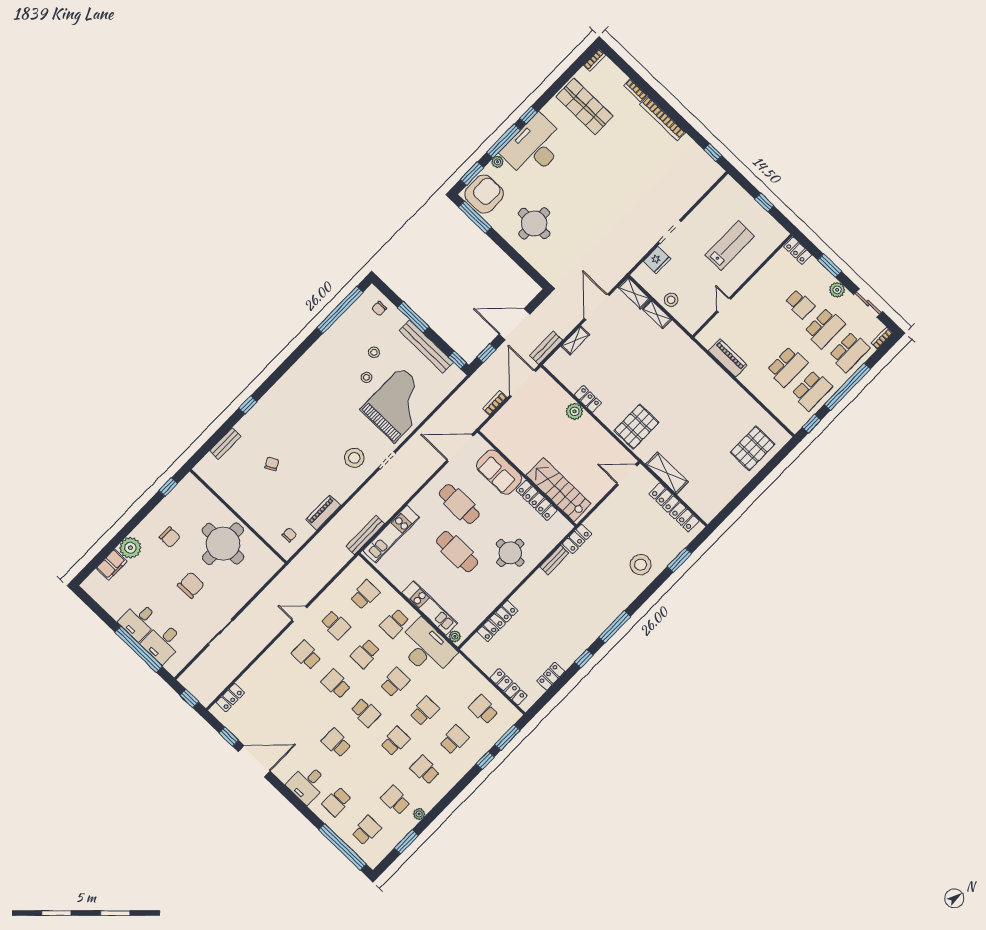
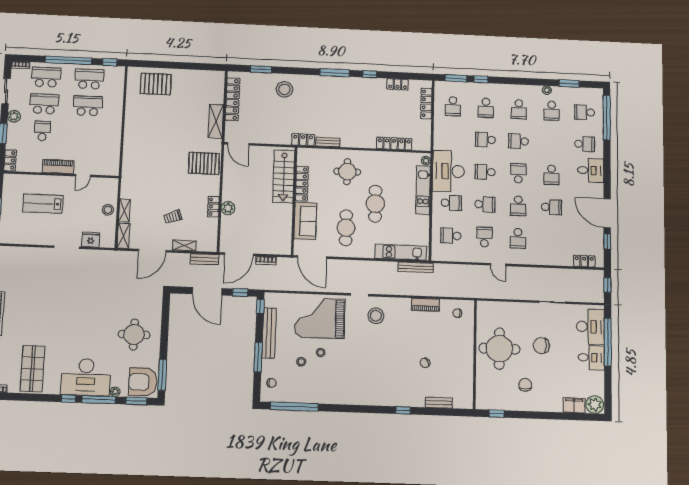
trolley: (612, 353) -> (173, 217), added
piano: (728, 358) -> (58, 167), moved, turned 90
plant: (130, 548) -> (595, 405), moved
desk: (163, 642) -> (590, 327), width x1.37
school desk: (307, 714) -> (551, 207), added
school desk: (454, 740) -> (486, 108), turned -90

